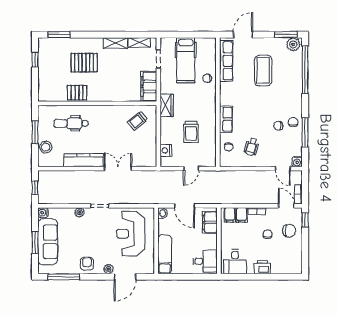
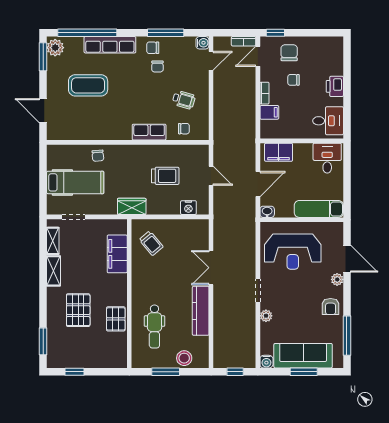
row of seats: (226, 61) -> (110, 45), moved, turned 180
filing cabinet: (149, 86) -> (117, 254), moved, turned 90
filing cabinet: (230, 215) -> (269, 127), removed
armchair: (87, 264) -> (331, 307), turned -90

